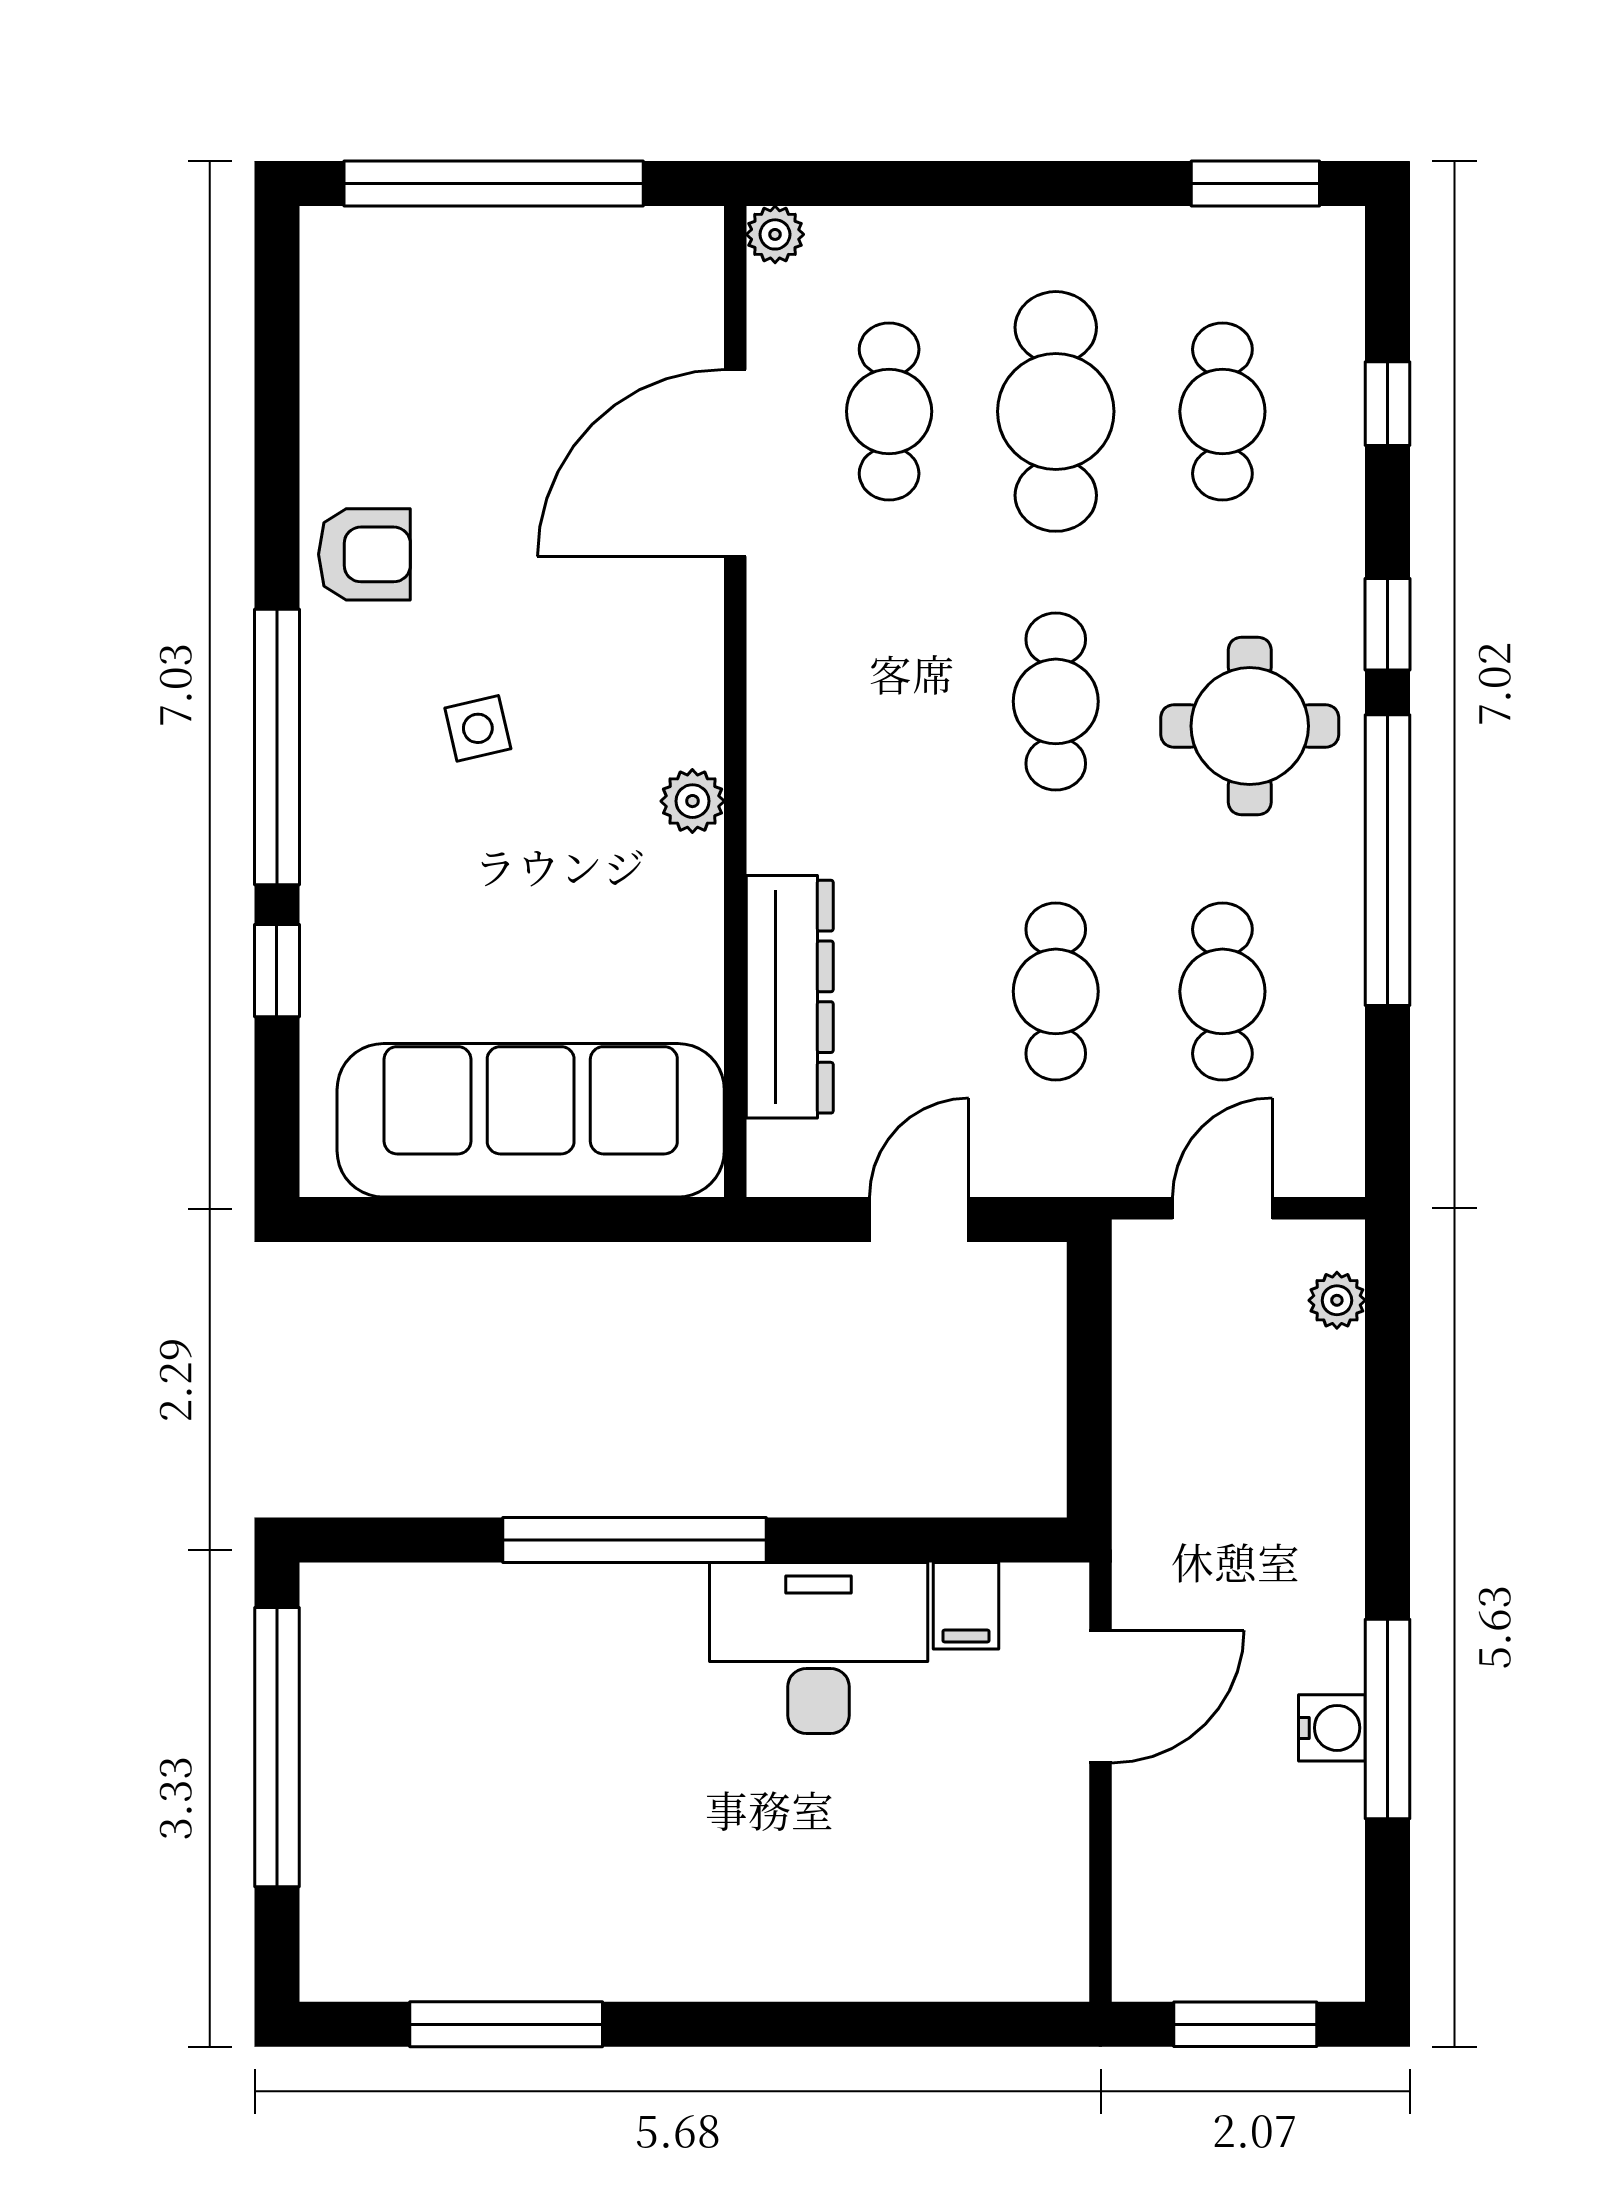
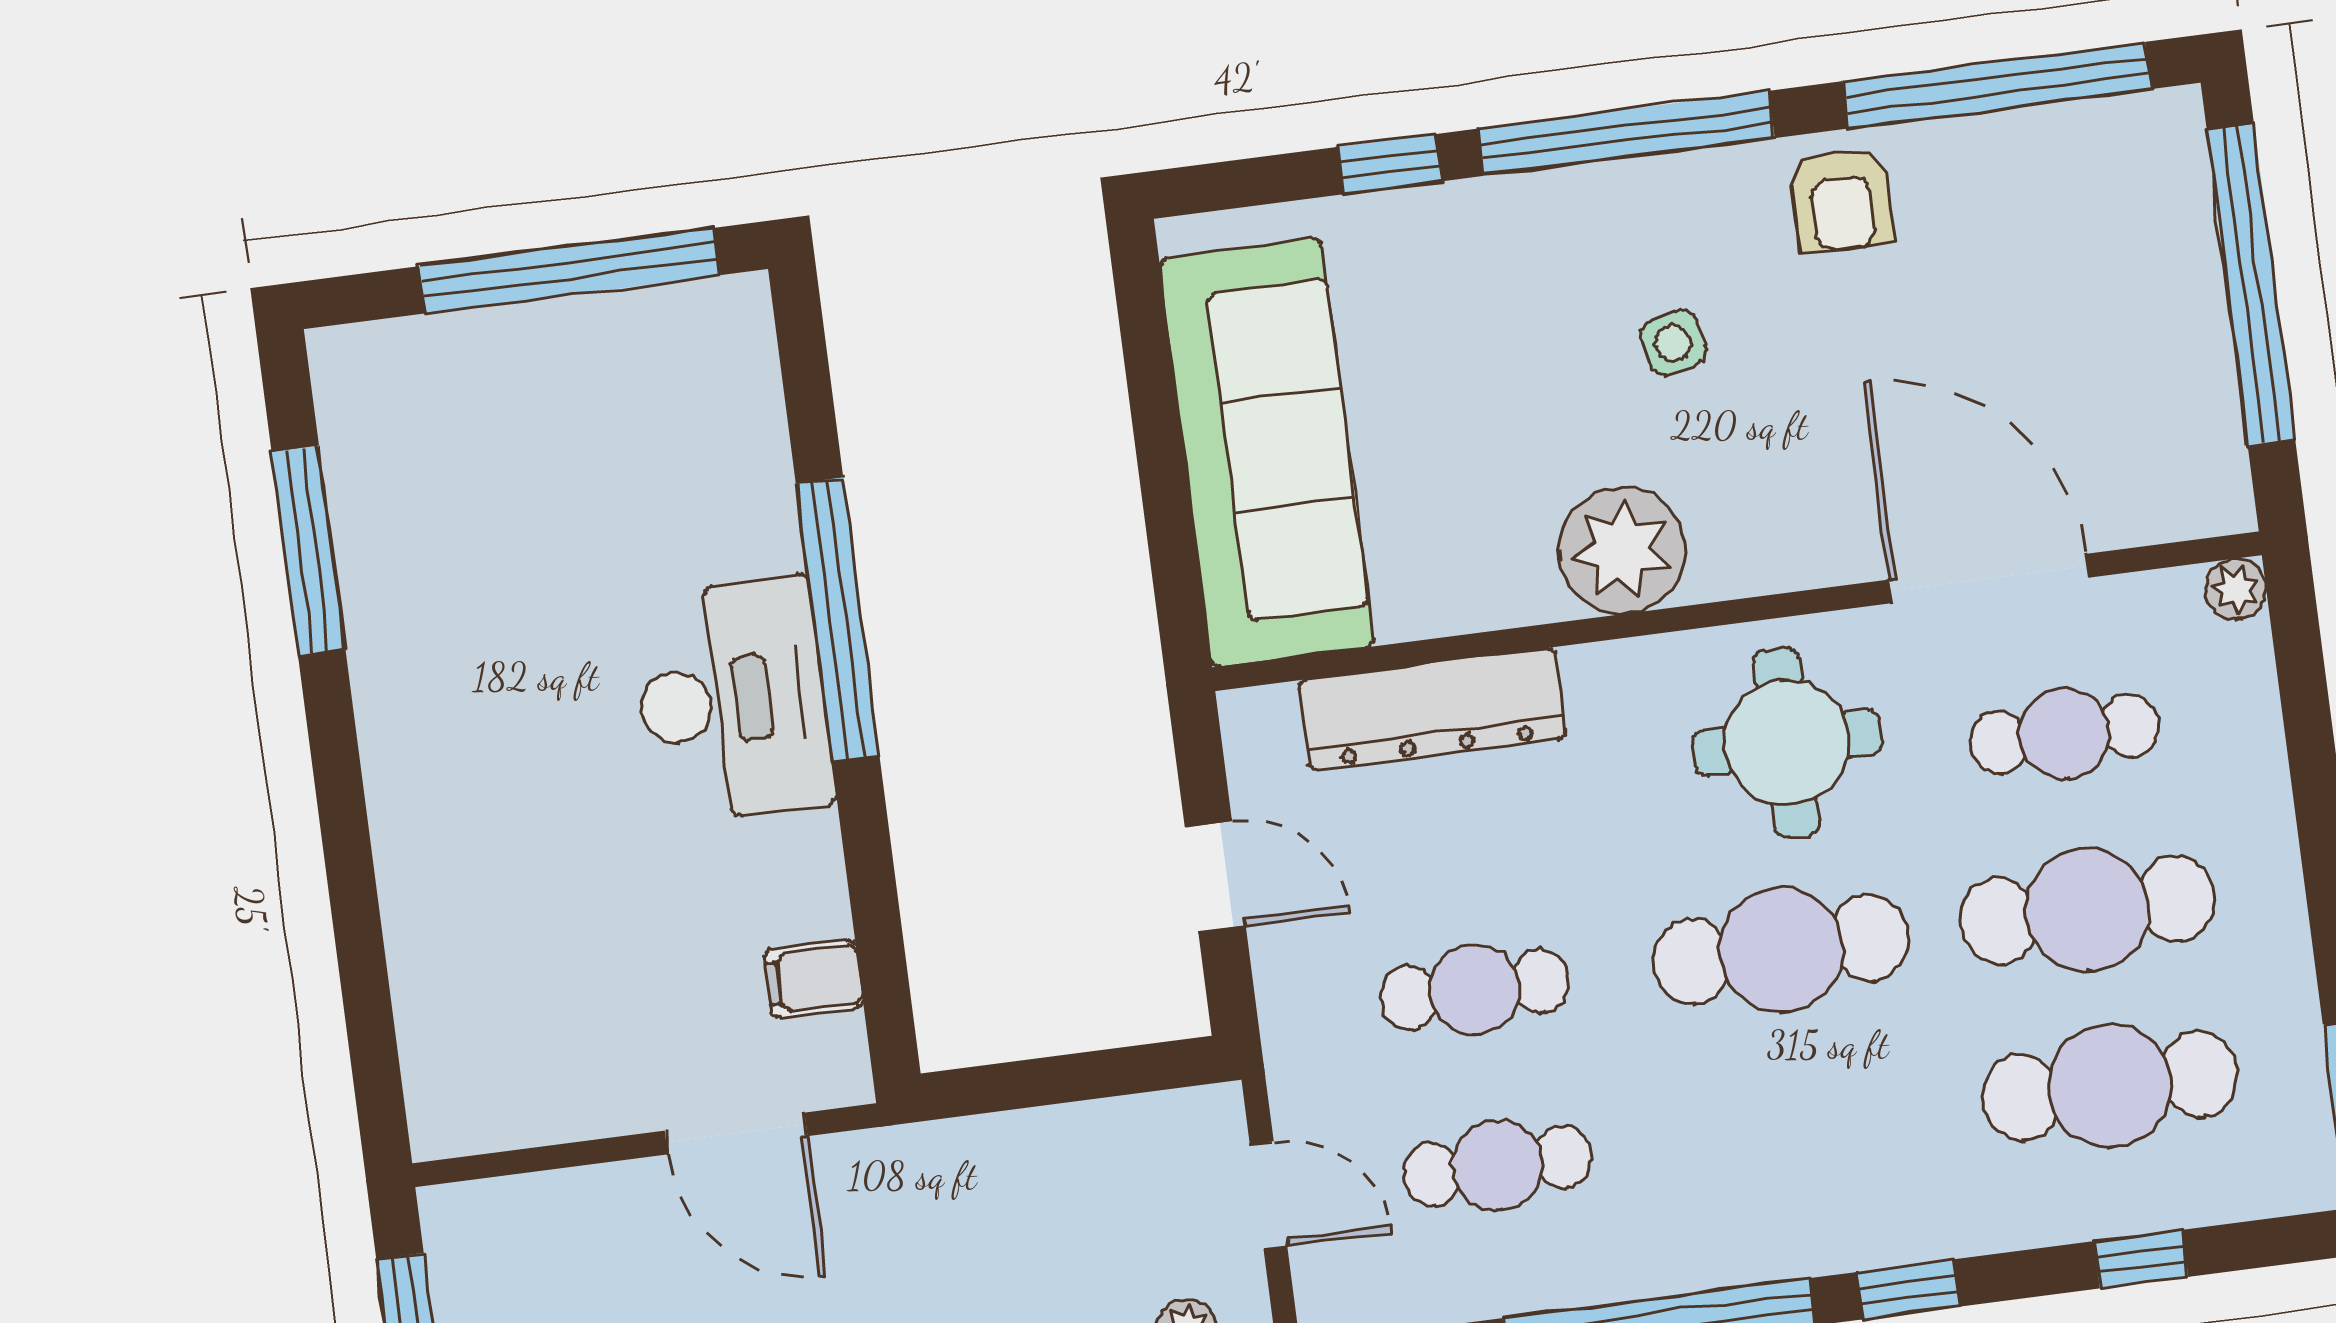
window: (277, 396) -> (1997, 85), added
cafe table: (1222, 411) -> (2110, 1086), width x1.37, depth x1.35
cafe table: (1056, 701) -> (1781, 950), width x1.37, depth x1.35
round table: (1250, 726) -> (1787, 743), moved
plant: (692, 801) -> (1622, 550), width x1.88, depth x1.88
desk: (819, 1648) -> (732, 700), moved

